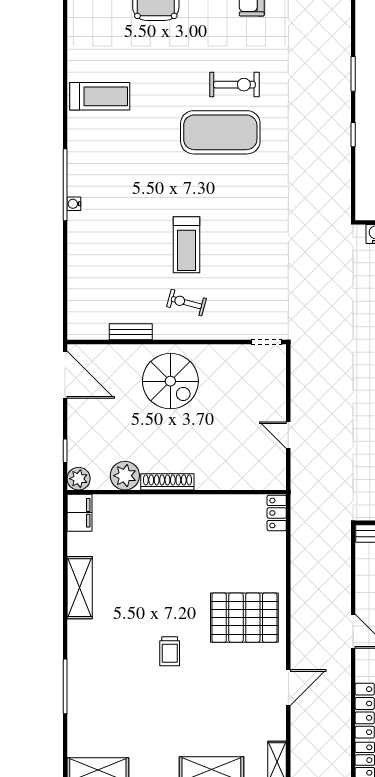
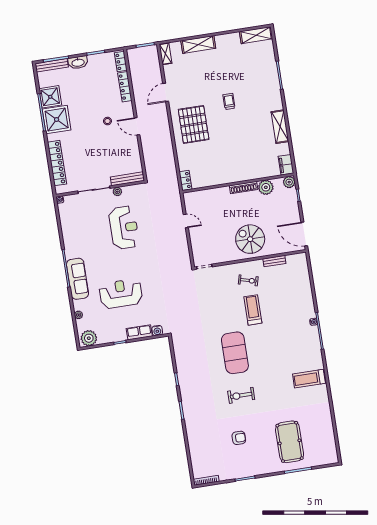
exercise mat: (220, 132) -> (235, 353), moved, turned 90
pallet: (244, 618) -> (194, 124), turned 90

